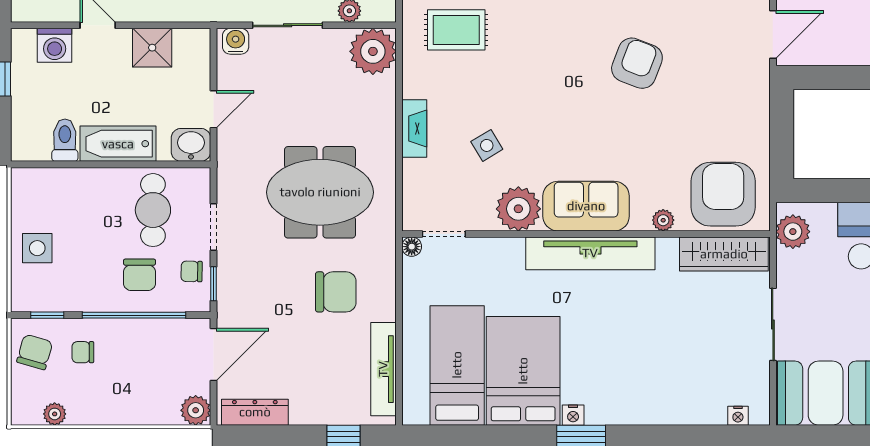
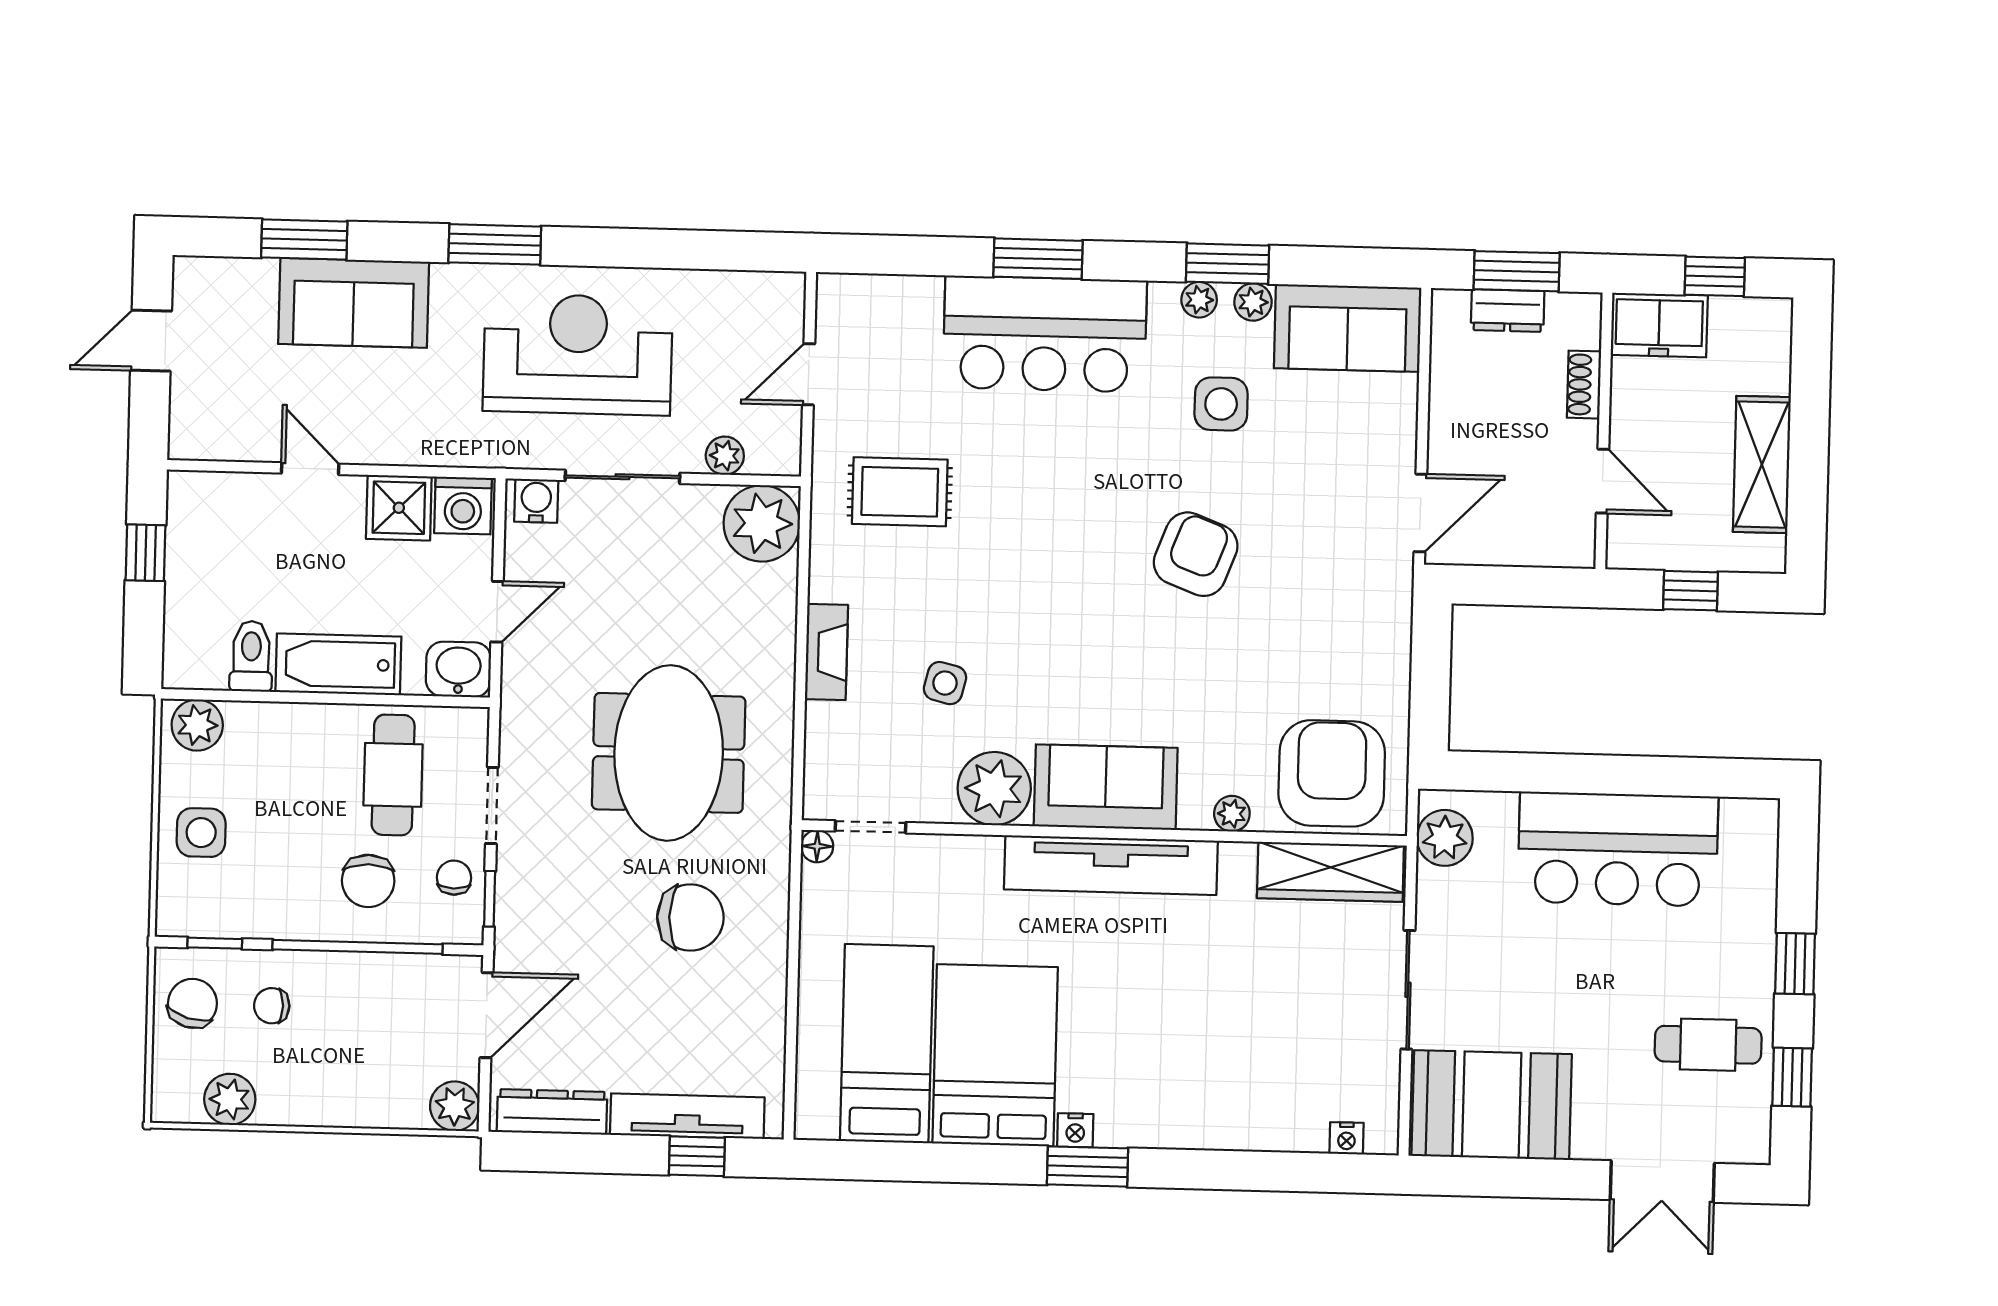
washing machine: (55, 45) -> (463, 506), moved
side table: (487, 145) -> (945, 683), turned 45
plant: (33, 183) -> (197, 725), added
meeting table: (320, 192) -> (669, 753), turned 90
chair: (192, 271) -> (454, 878), turned 89
tv unit: (383, 369) -> (687, 1116), moved, turned 90
plant: (55, 414) -> (230, 1099), width x1.38, depth x1.38

